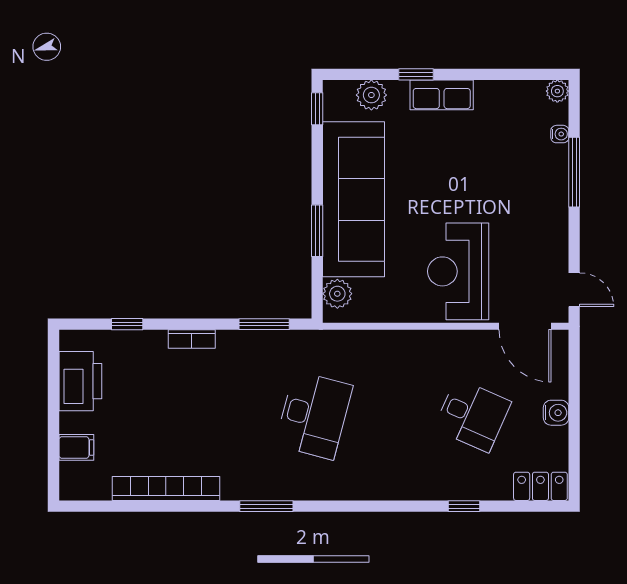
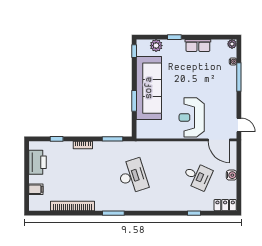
row of seats: (442, 95) -> (198, 45), moved
plant: (337, 294) -> (142, 127), removed
desk: (314, 415) -> (133, 176), turned -33

